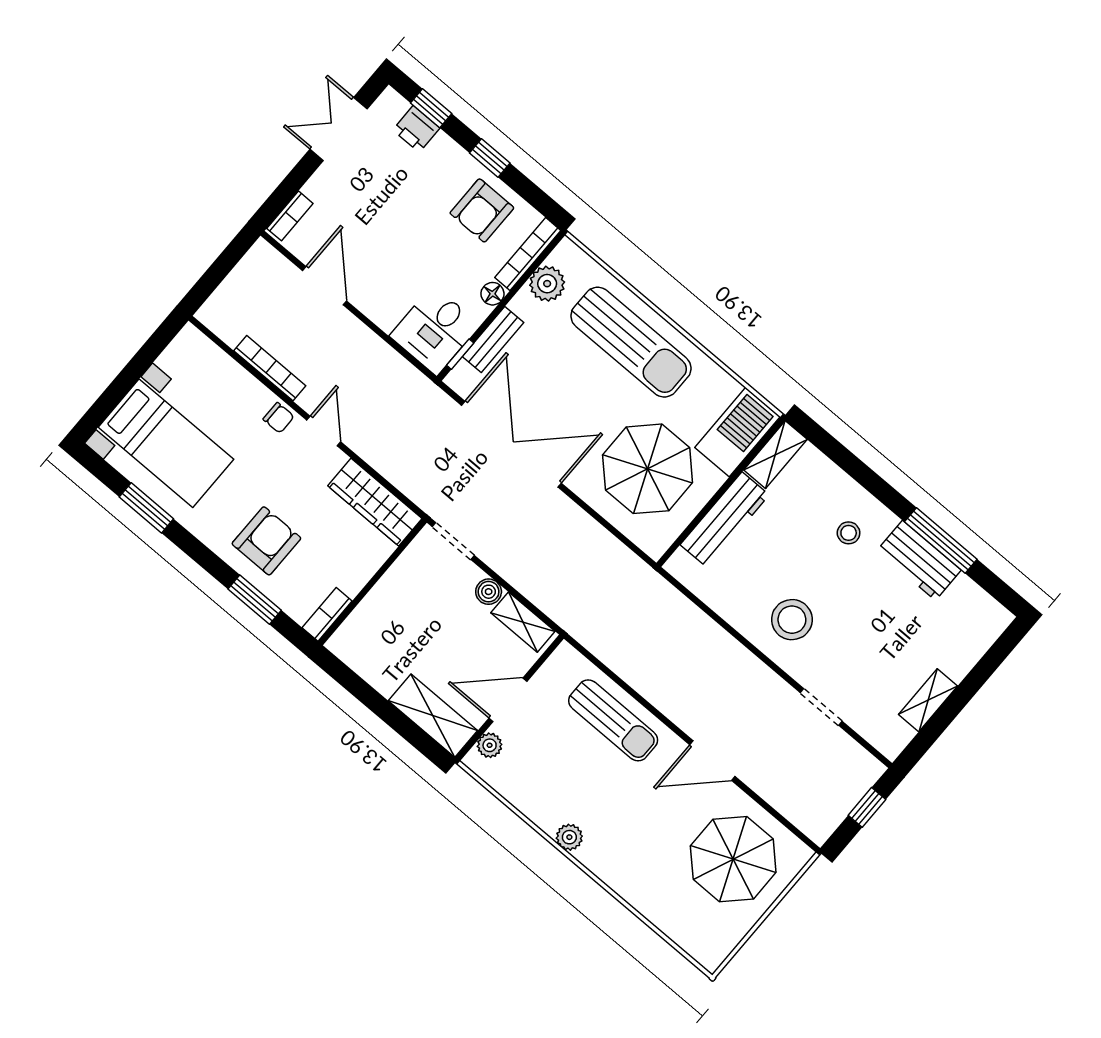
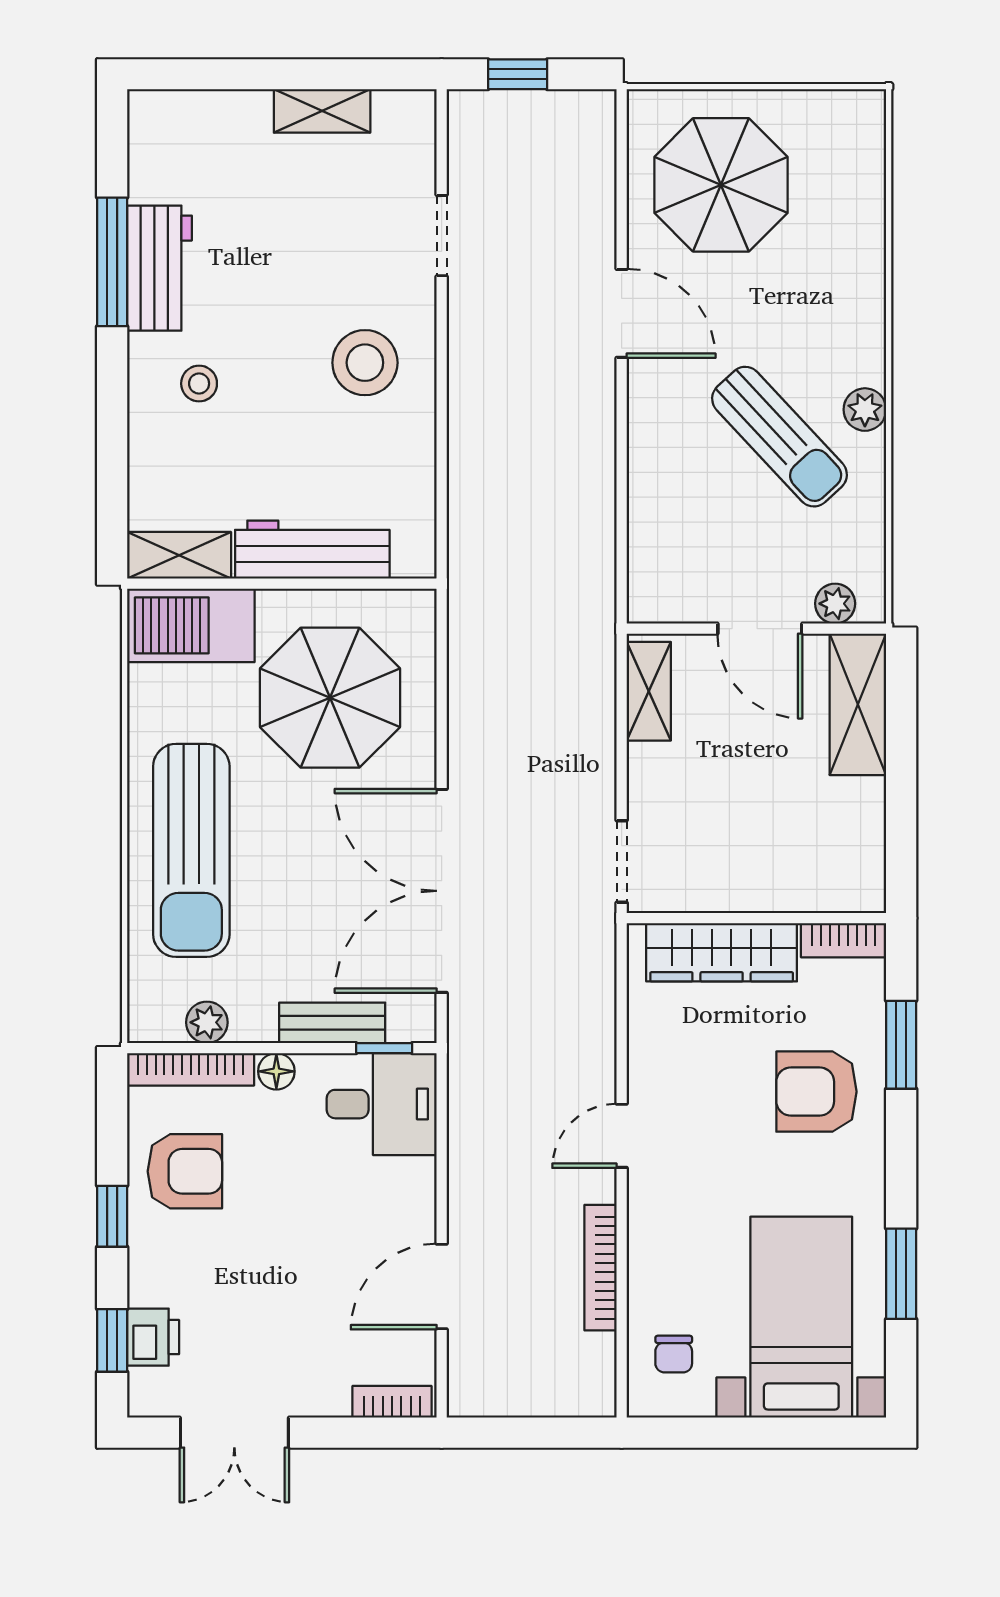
plant: (547, 284) -> (207, 1022), width x0.73, depth x0.73
sun lounger: (631, 342) -> (191, 850), turned 180
chair: (279, 418) -> (674, 1354), moved, turned 180
wardrobe: (375, 502) -> (722, 952), moved, turned 90
boiler: (489, 592) -> (647, 765), removed
sun lounger: (613, 720) -> (780, 437), moved, turned 137

